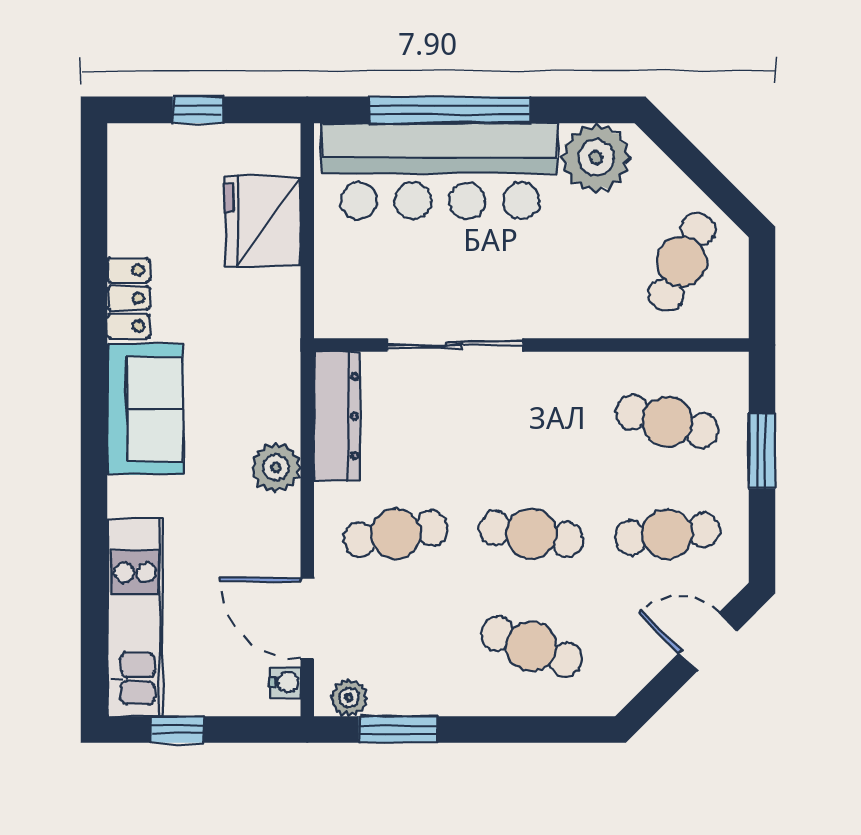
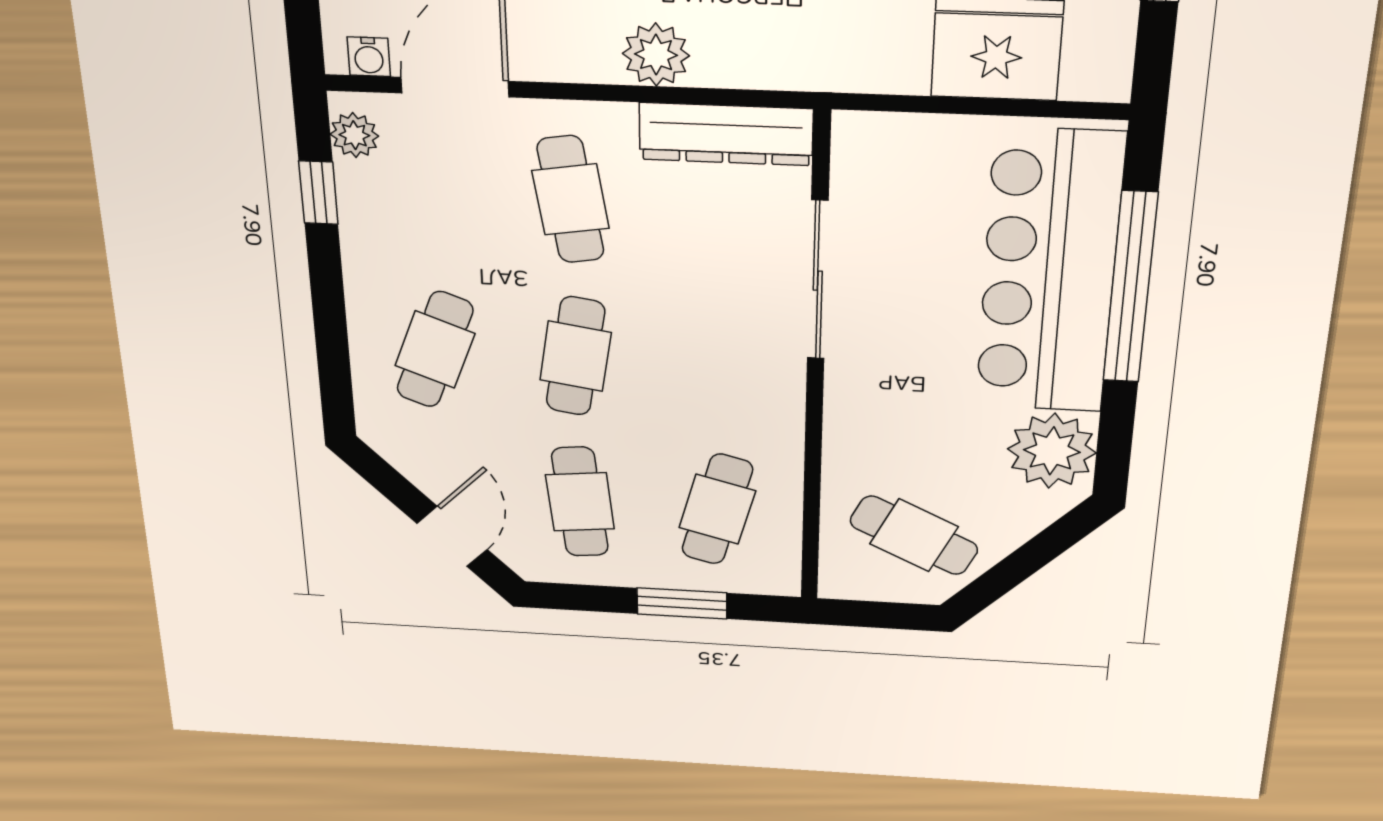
window: (398, 730) -> (318, 193), width x0.67

